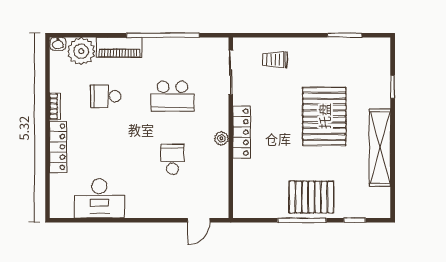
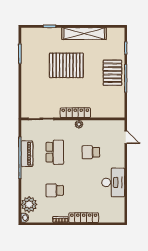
piano: (119, 47) -> (27, 154), moved
trolley: (275, 60) -> (34, 94), removed
school desk: (106, 96) -> (55, 190), turned 90
desk: (99, 198) -> (113, 182), moved

